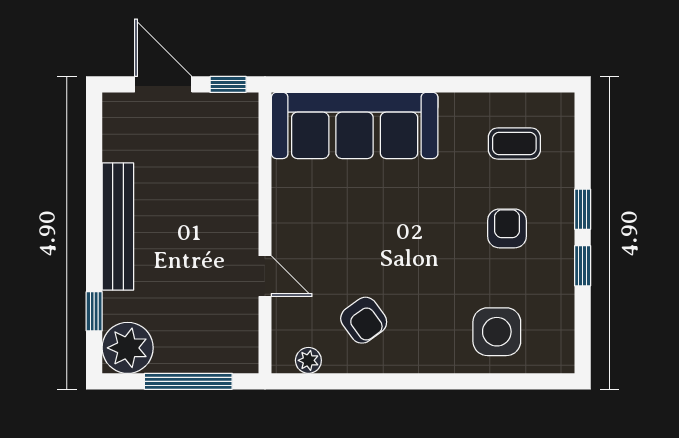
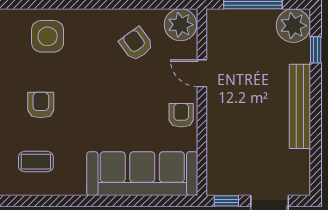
armchair: (296, 213) -> (181, 115), added
armchair: (507, 228) -> (41, 105), turned 180
plant: (308, 360) -> (181, 25), width x1.88, depth x1.88

